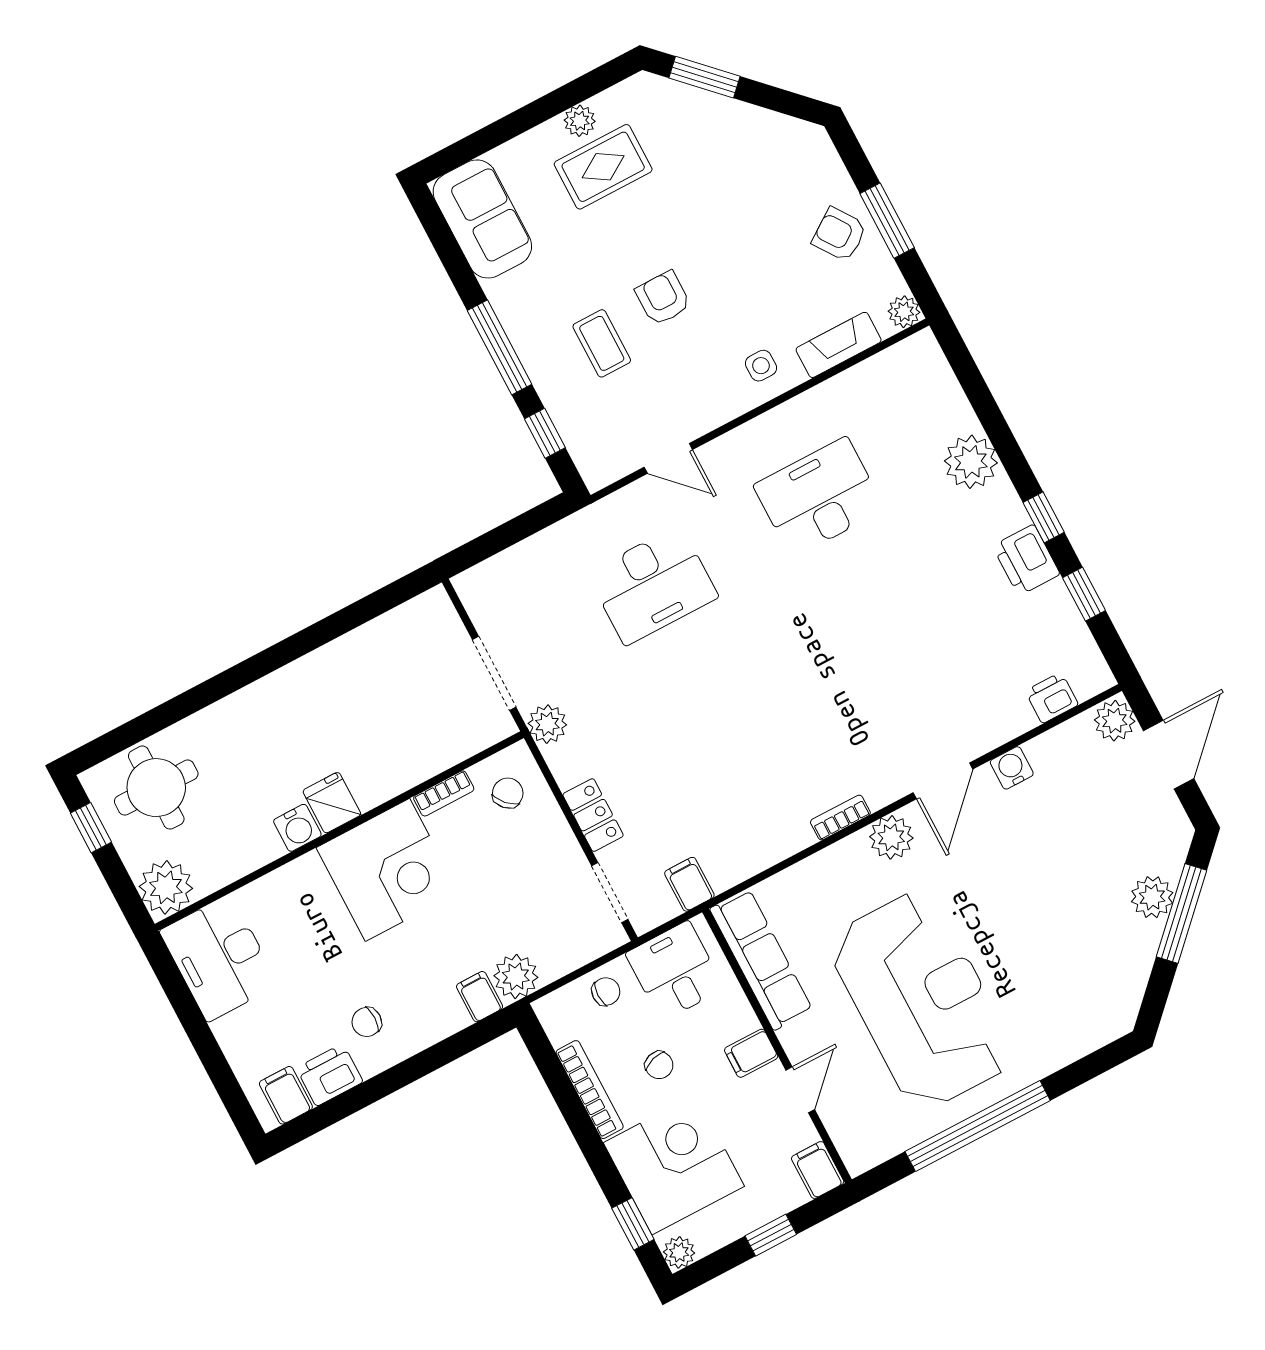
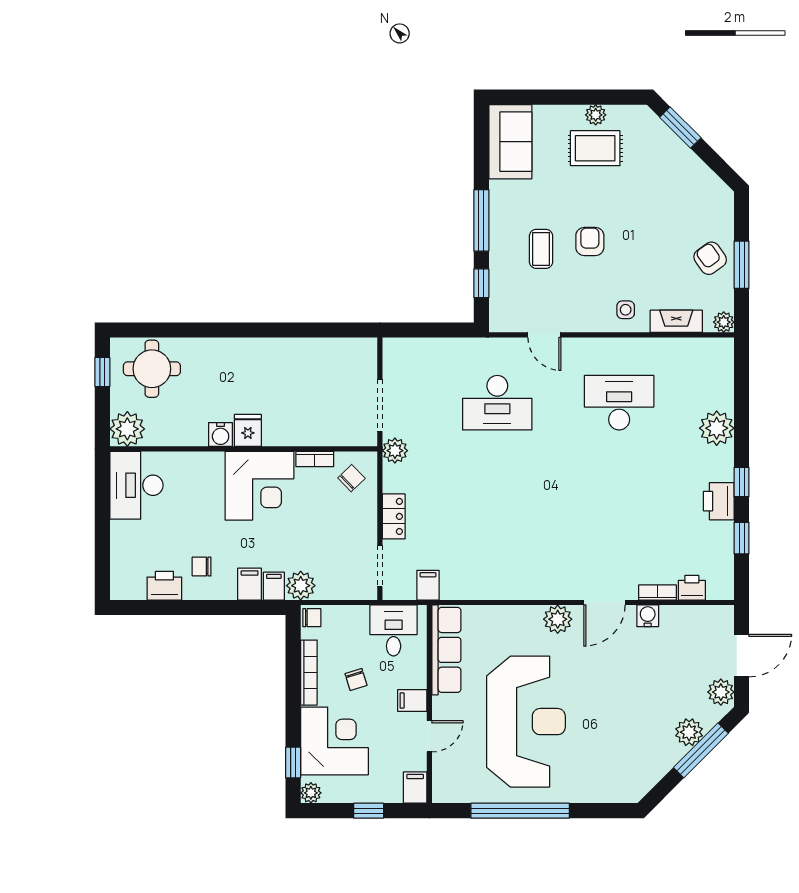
plant: (1115, 721) -> (721, 692), moved
bookcase: (840, 818) -> (658, 592), moved
chair: (606, 992) -> (312, 618), moved
filing cabinet: (286, 1095) -> (250, 584), moved

